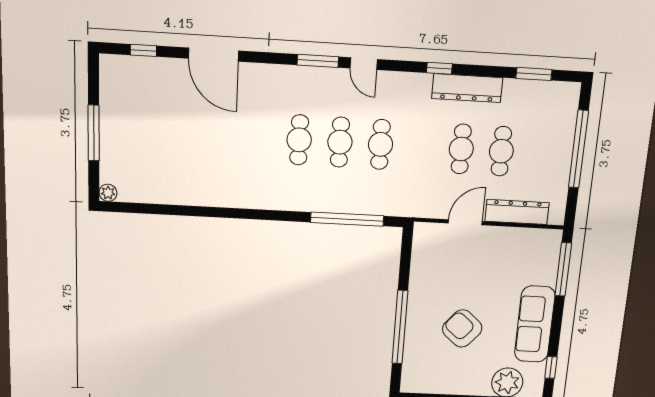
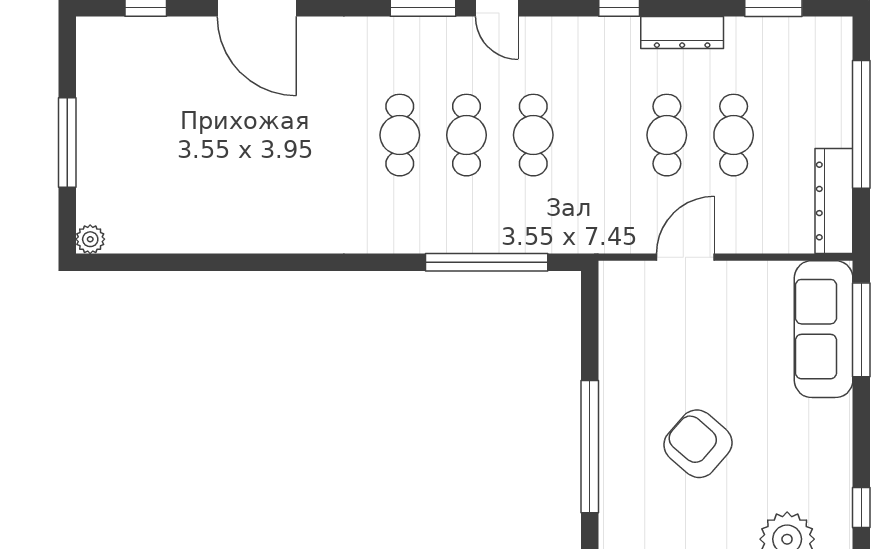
dresser: (467, 88) -> (682, 33), width x0.73, depth x0.80
dresser: (517, 212) -> (834, 201), moved, turned -90
sofa: (535, 324) -> (824, 329), moved

